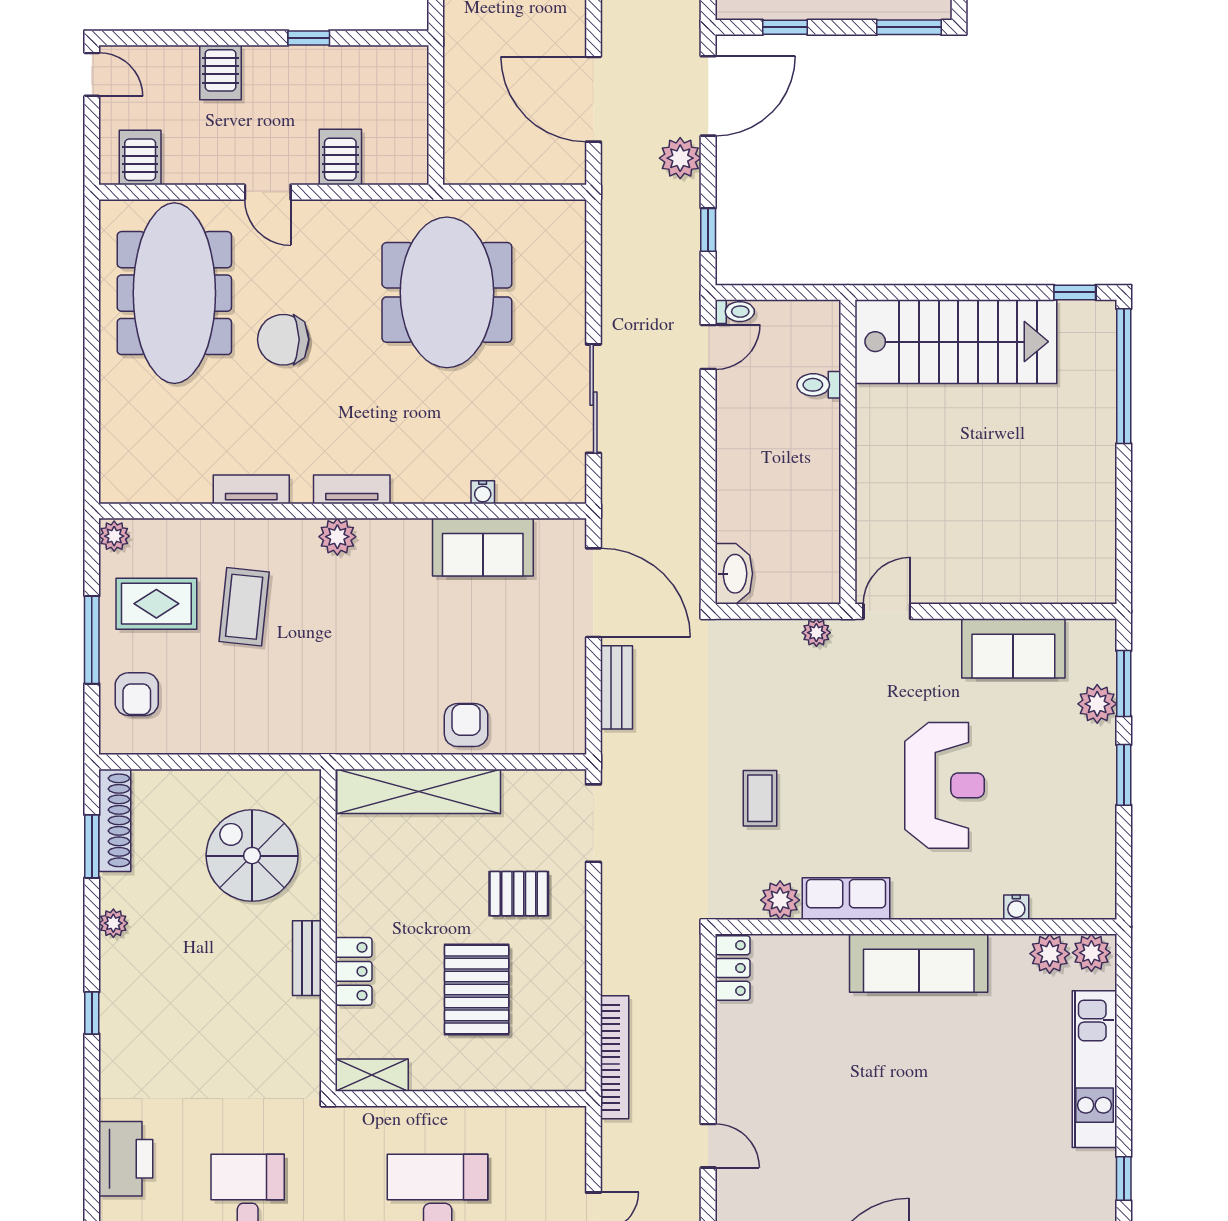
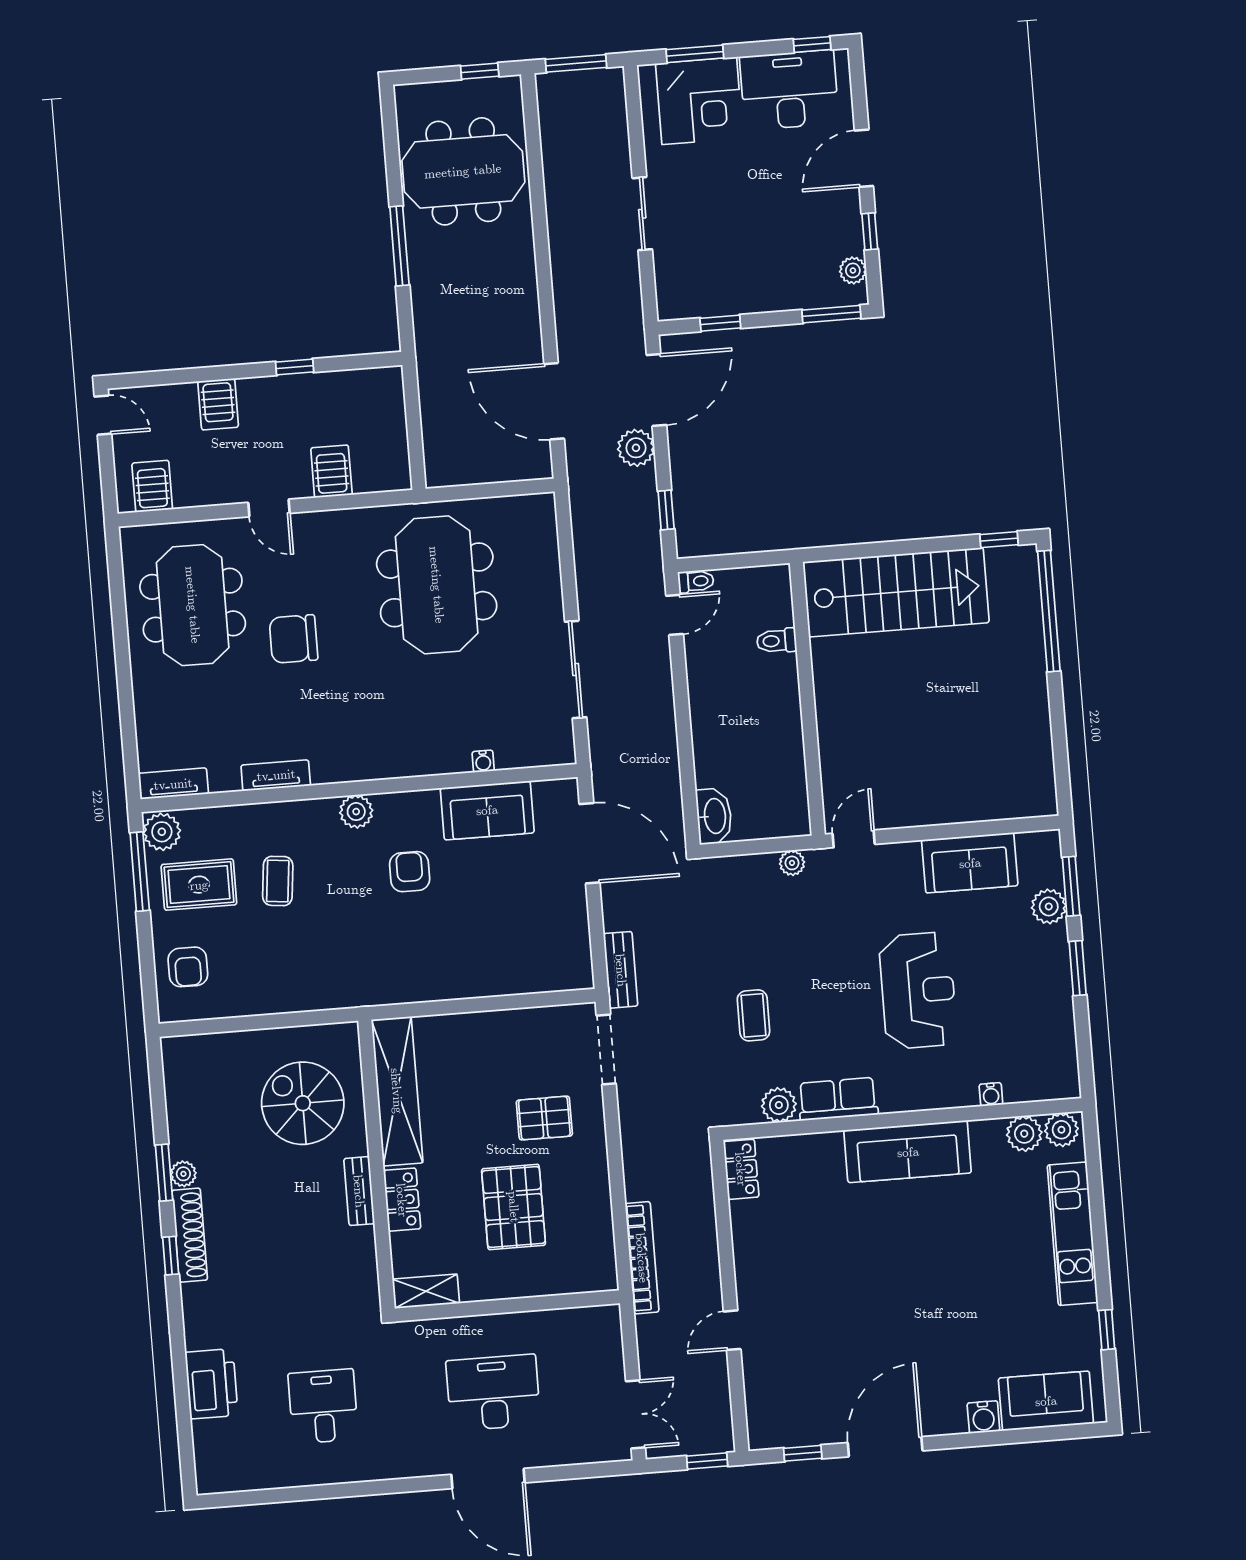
meeting table: (174, 293) -> (193, 605), width x0.73
tv unit: (352, 489) -> (173, 784), moved
plant: (114, 536) -> (162, 832), width x1.38, depth x1.38
coffee table: (244, 607) -> (278, 881), width x0.73, depth x0.77
window: (92, 640) -> (140, 872), moved
bench: (617, 687) -> (621, 970), moved
armchair: (466, 725) -> (410, 872), moved
shelving: (419, 791) -> (397, 1091), moved, turned 90
shoe rack: (115, 820) -> (190, 1235), moved
window: (92, 846) -> (164, 1173), moved
door: (708, 1146) -> (732, 1330), swing flipped

